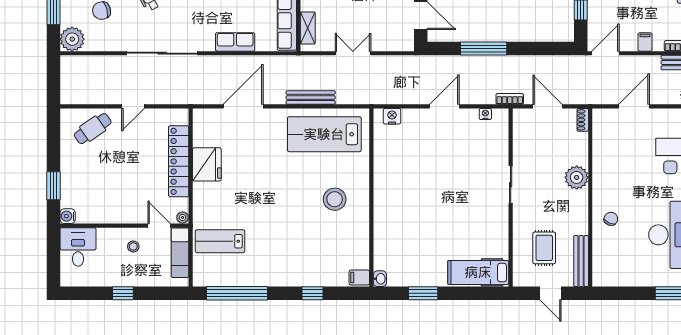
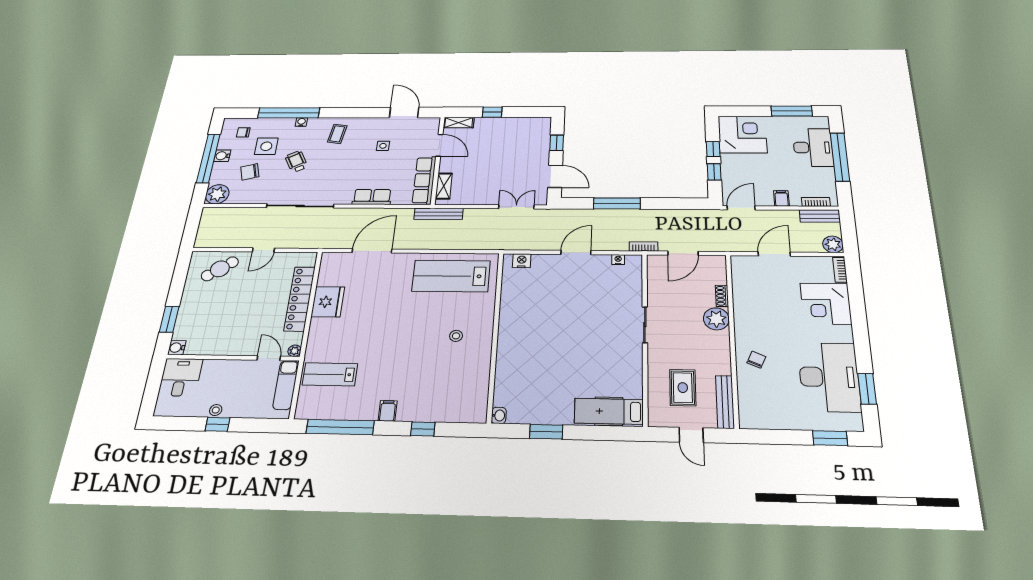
double door: (353, 53) -> (516, 207), moved
bench: (311, 97) -> (439, 214), moved
door: (548, 106) -> (683, 253), swing flipped
shoe rack: (583, 120) -> (722, 296), moved
stool: (335, 199) -> (456, 336), width x0.53, depth x0.53
stool: (133, 246) -> (216, 410), moved
filing cabinet: (359, 278) -> (388, 411), moved, turned 90

